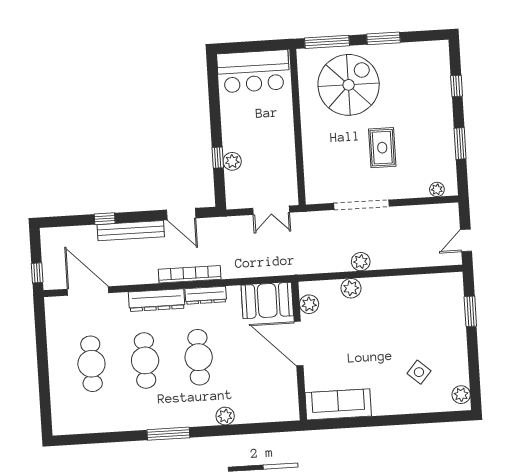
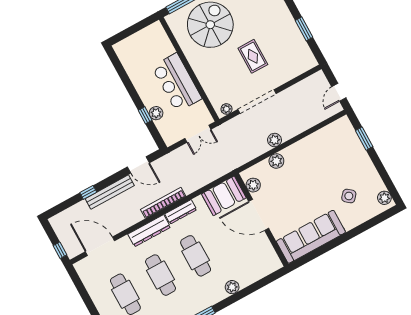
bar counter: (253, 71) -> (177, 83), moved, turned 90
plant: (437, 189) -> (226, 109), moved
sofa: (338, 404) -> (311, 237), width x1.36, depth x1.27

